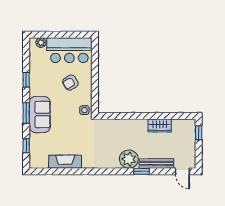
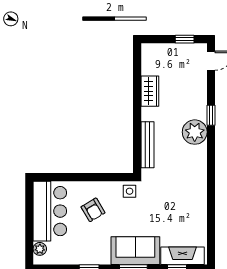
window: (199, 133) -> (185, 39), moved
fireplace: (65, 162) -> (183, 256), moved, turned 90
bench: (156, 164) -> (148, 145), moved

